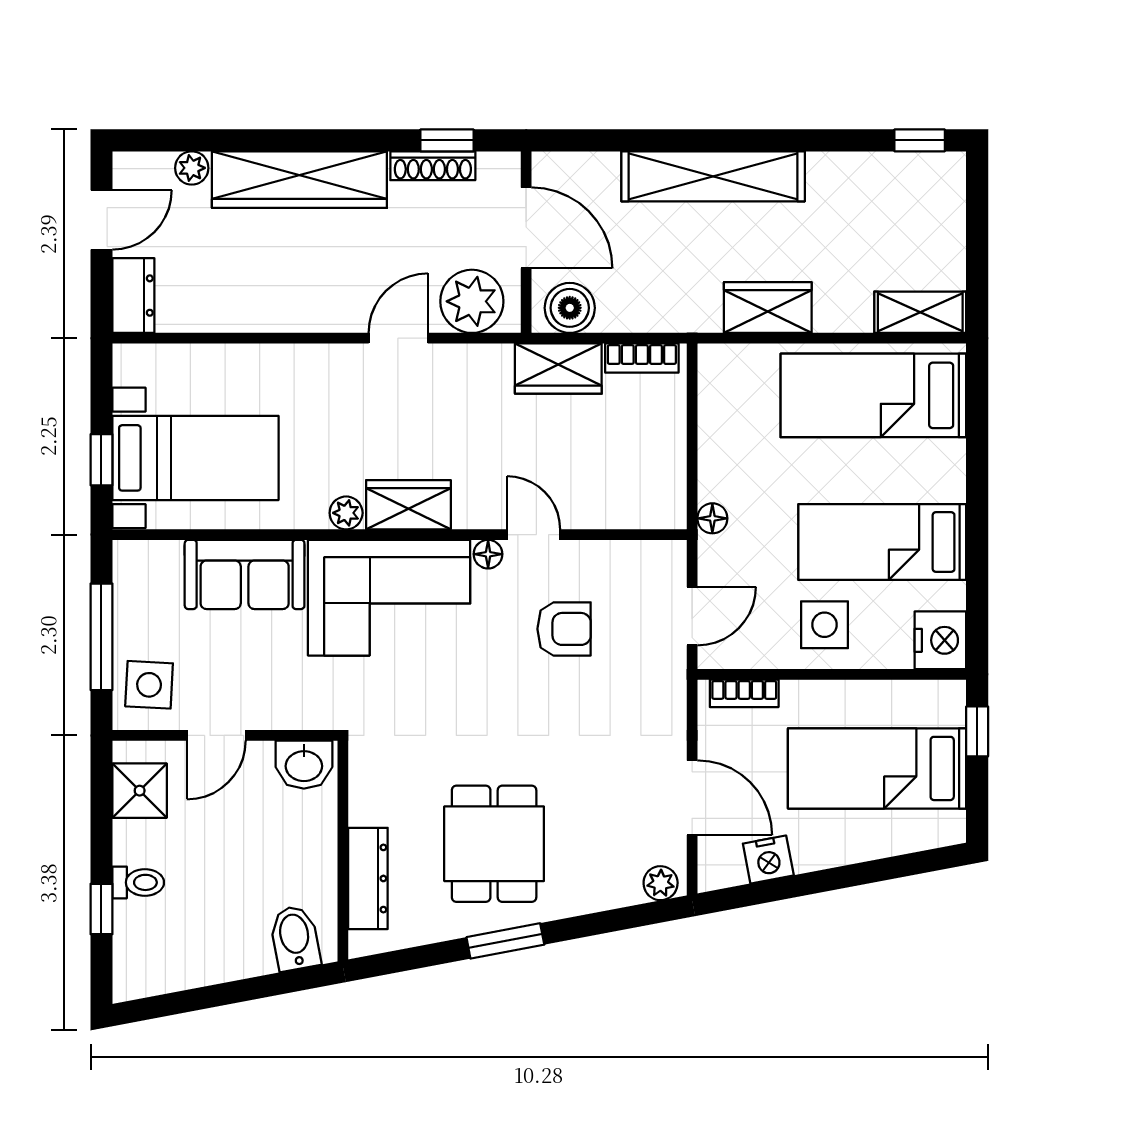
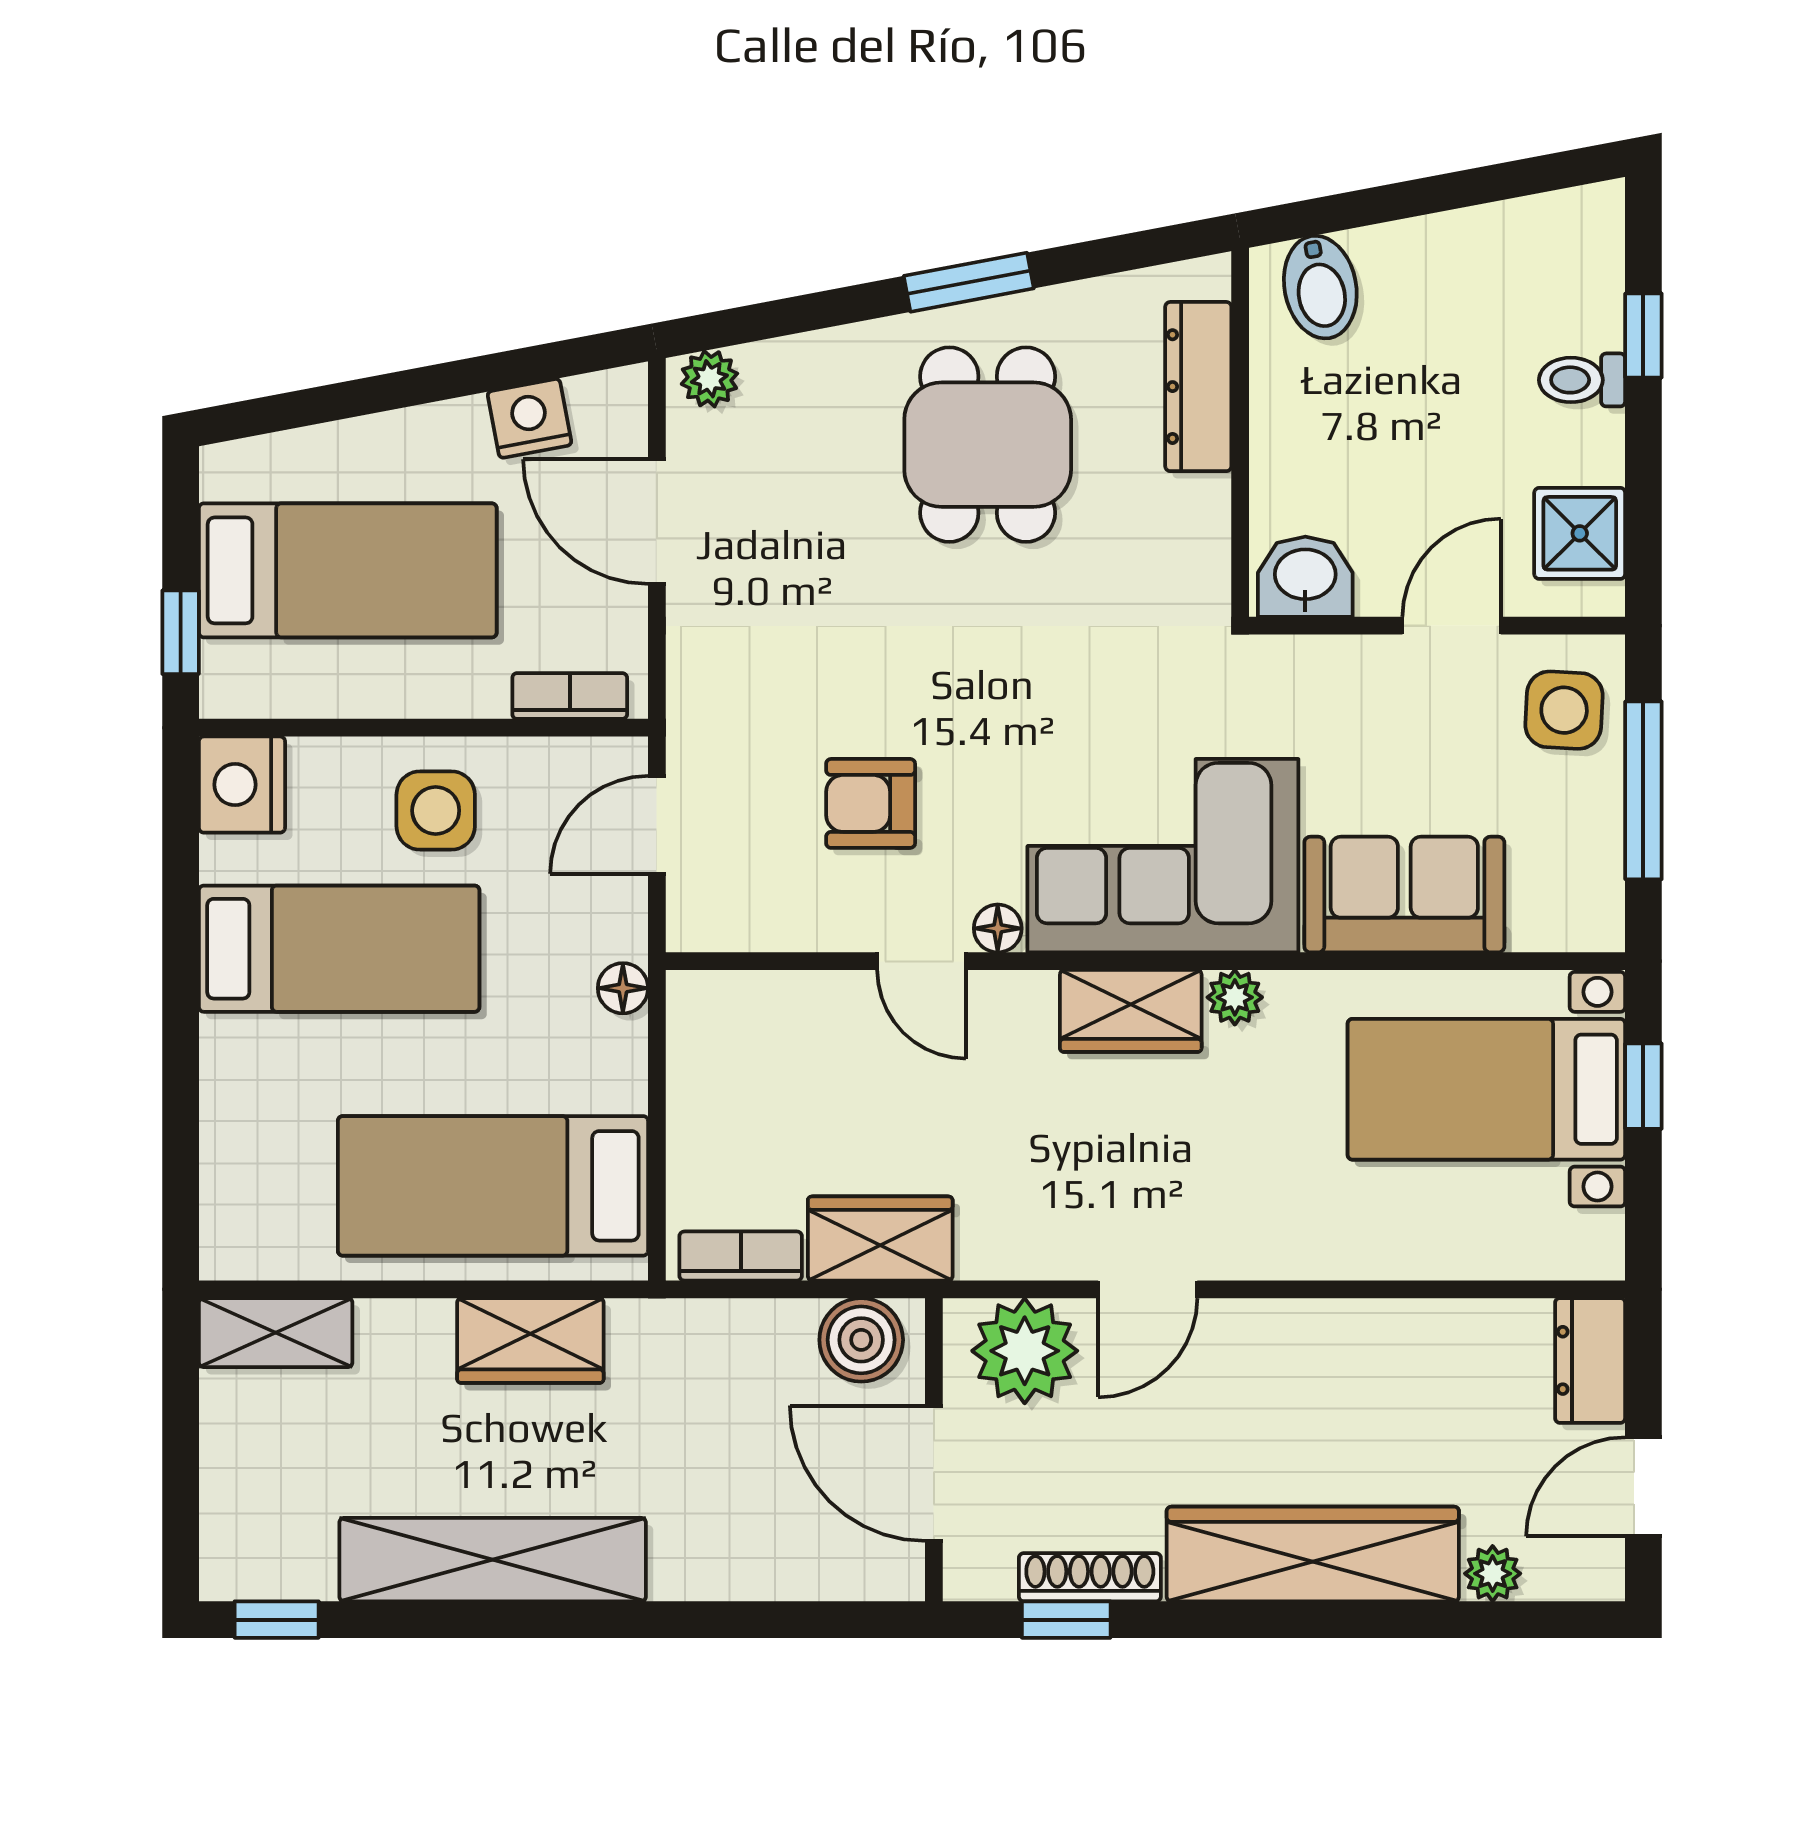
shelving: (713, 176) -> (493, 1560), moved
bed: (873, 395) -> (493, 1186), moved, turned 180

